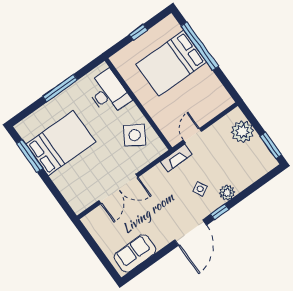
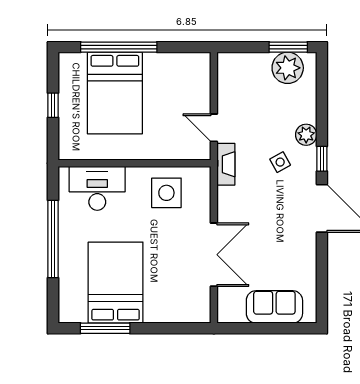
window: (60, 88) -> (53, 239), width x1.46
plant: (242, 132) -> (288, 68), moved
side table: (135, 135) -> (166, 193), turned -33
sofa: (135, 253) -> (274, 307), moved, turned 90

